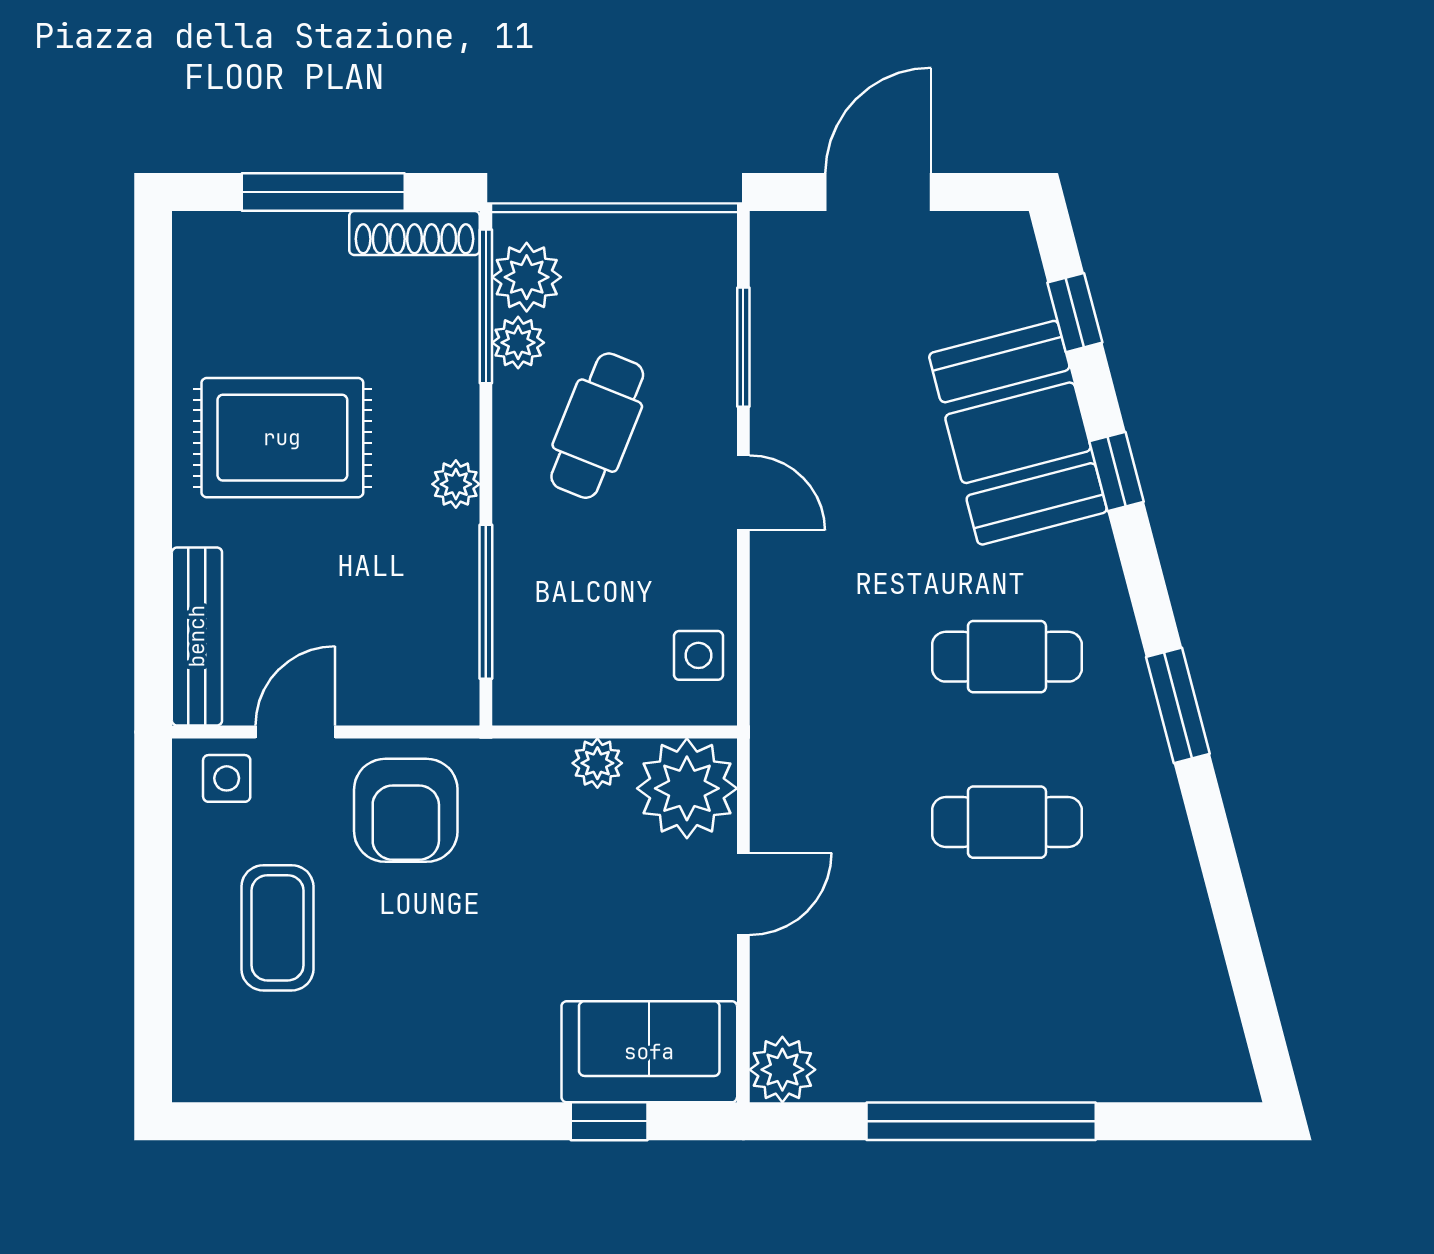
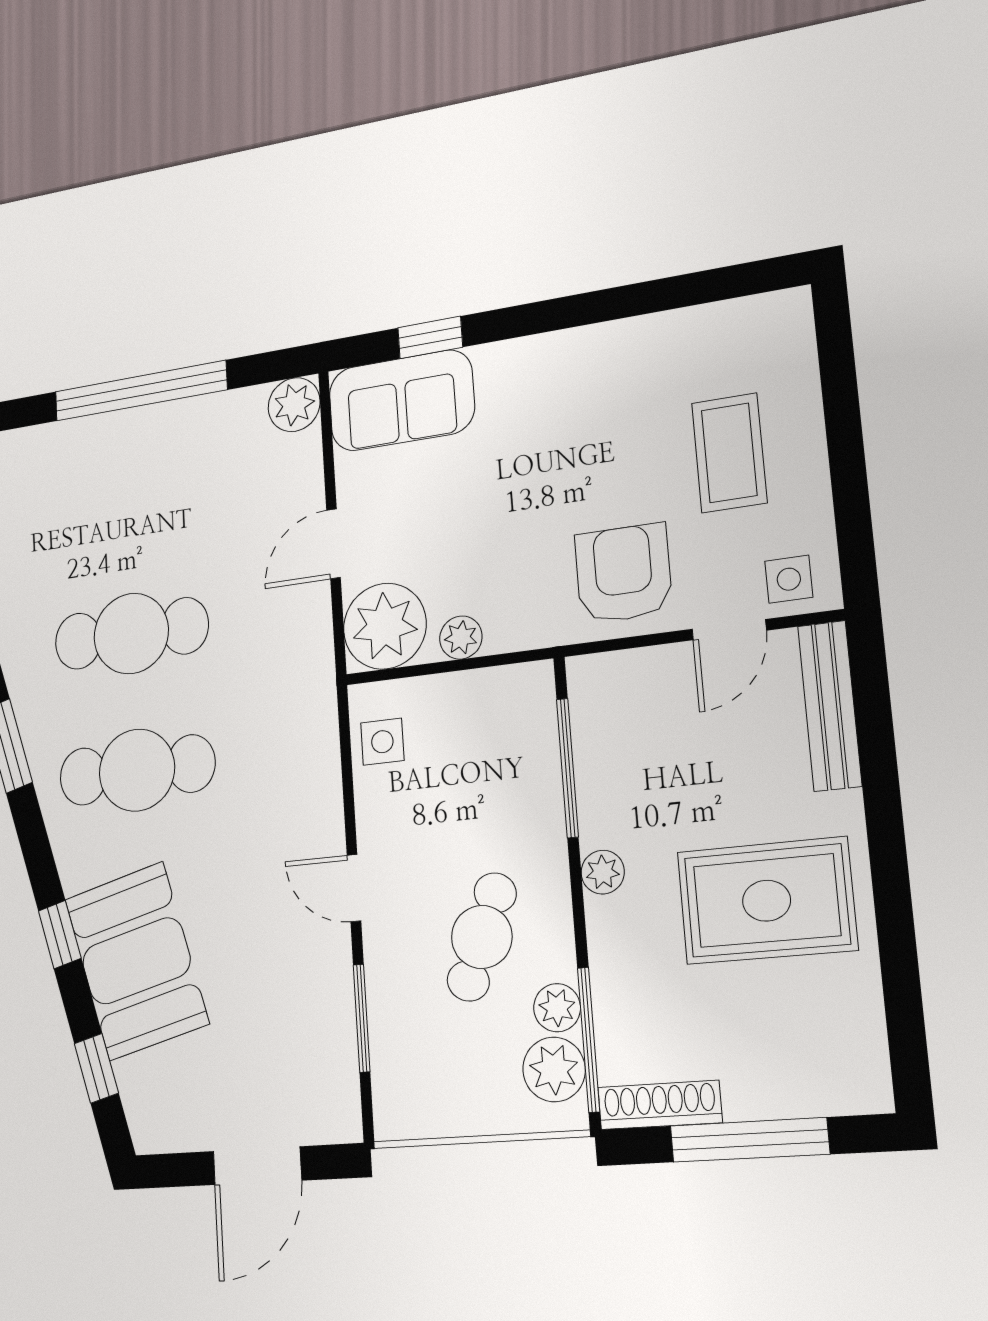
cafe table: (1007, 657) -> (137, 770), width x1.37, depth x1.35
cafe table: (1007, 822) -> (131, 634), width x1.37, depth x1.35

